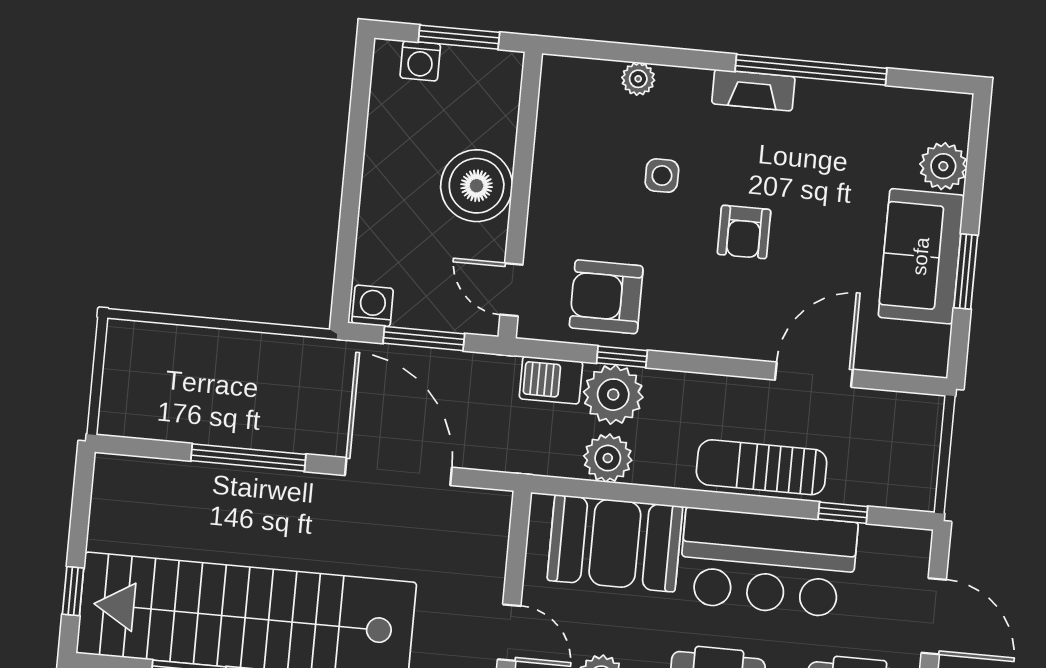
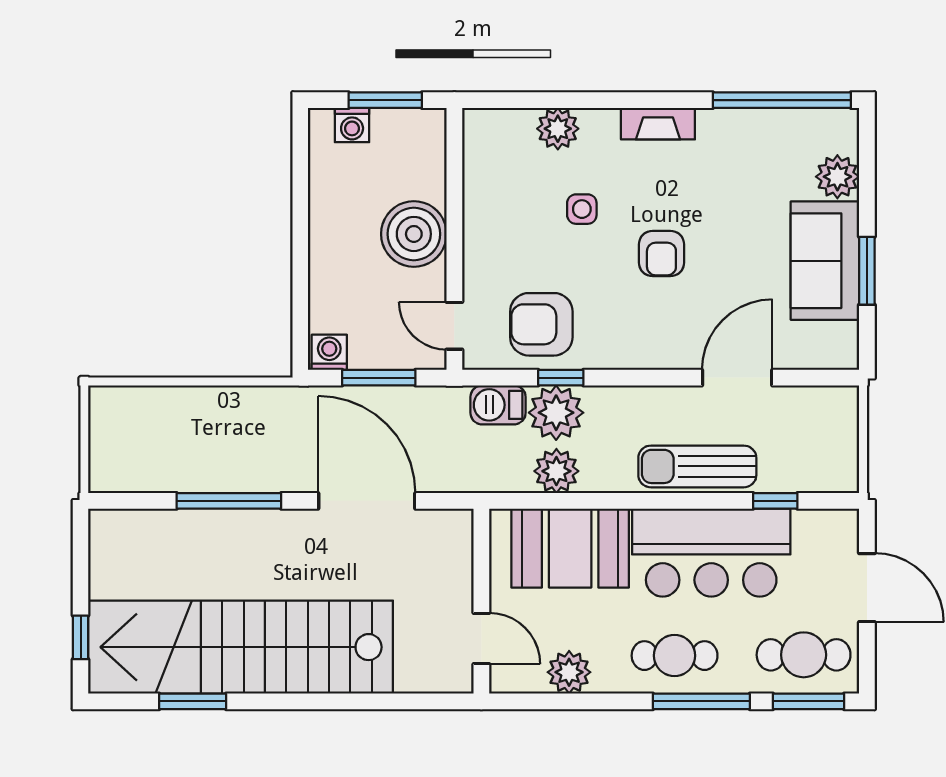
window: (811, 70) -> (782, 100), moved
plant: (638, 79) -> (558, 129), width x1.38, depth x1.38

